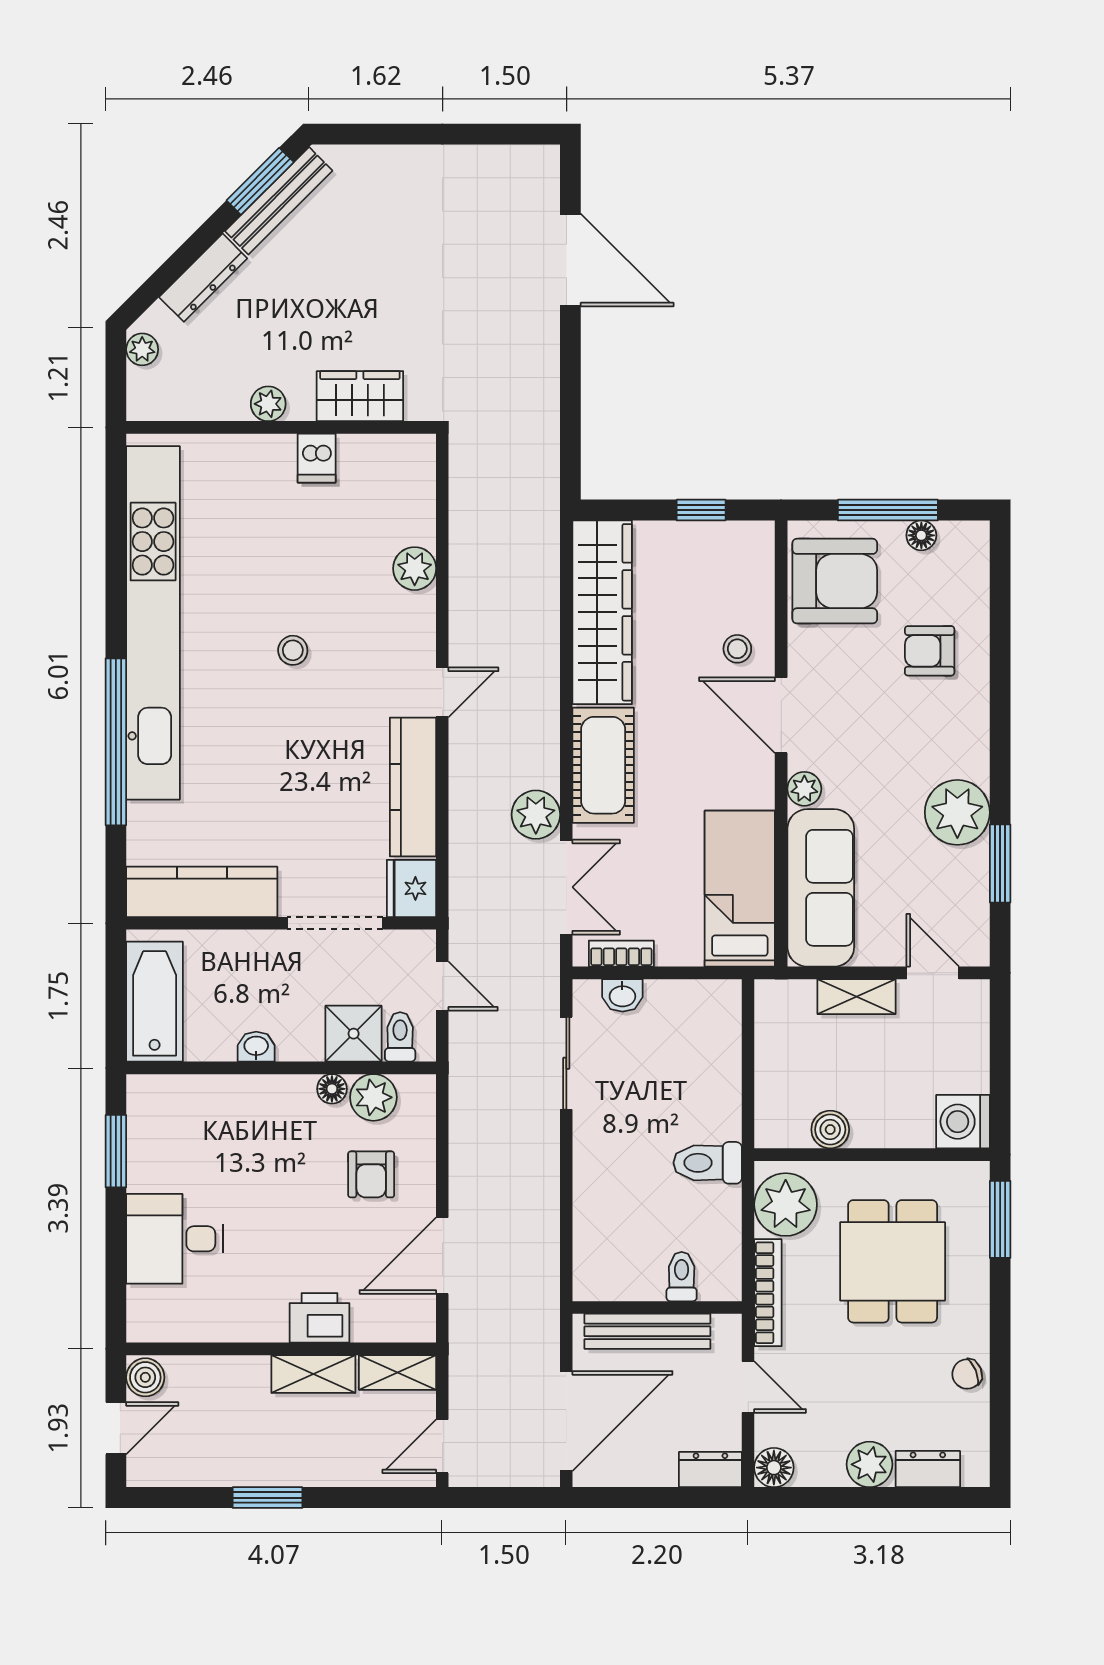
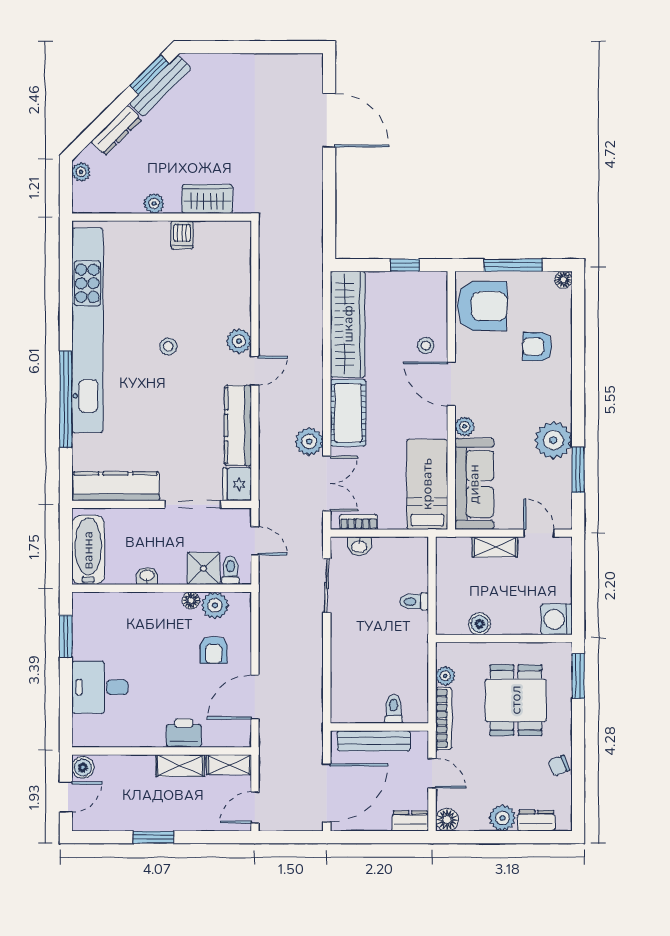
floor lamp: (921, 535) -> (563, 280), moved
plant: (415, 569) -> (239, 341), moved
toilet: (708, 1163) -> (414, 601), moved, width x0.73, depth x0.72
plant: (786, 1205) -> (445, 676), width x0.53, depth x0.53

